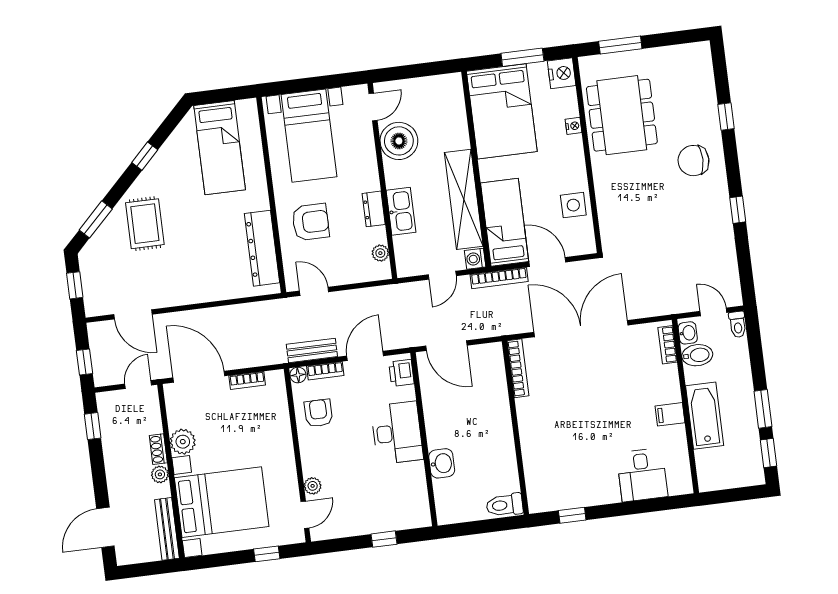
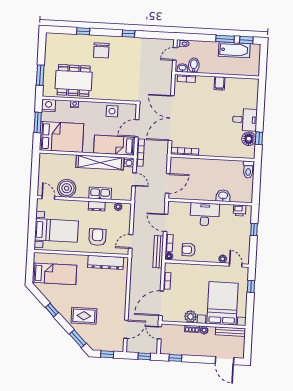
bench: (312, 350) -> (158, 252), width x1.36
printer: (401, 373) -> (240, 210), moved
bathtub: (705, 416) -> (234, 50), moved, turned 180
desk: (642, 475) -> (245, 120), moved
floor lamp: (568, 495) -> (249, 139), added

